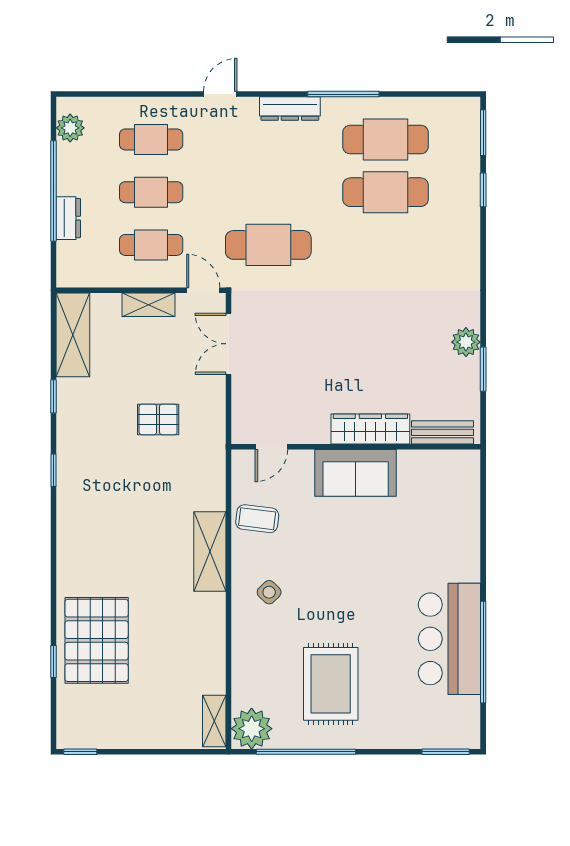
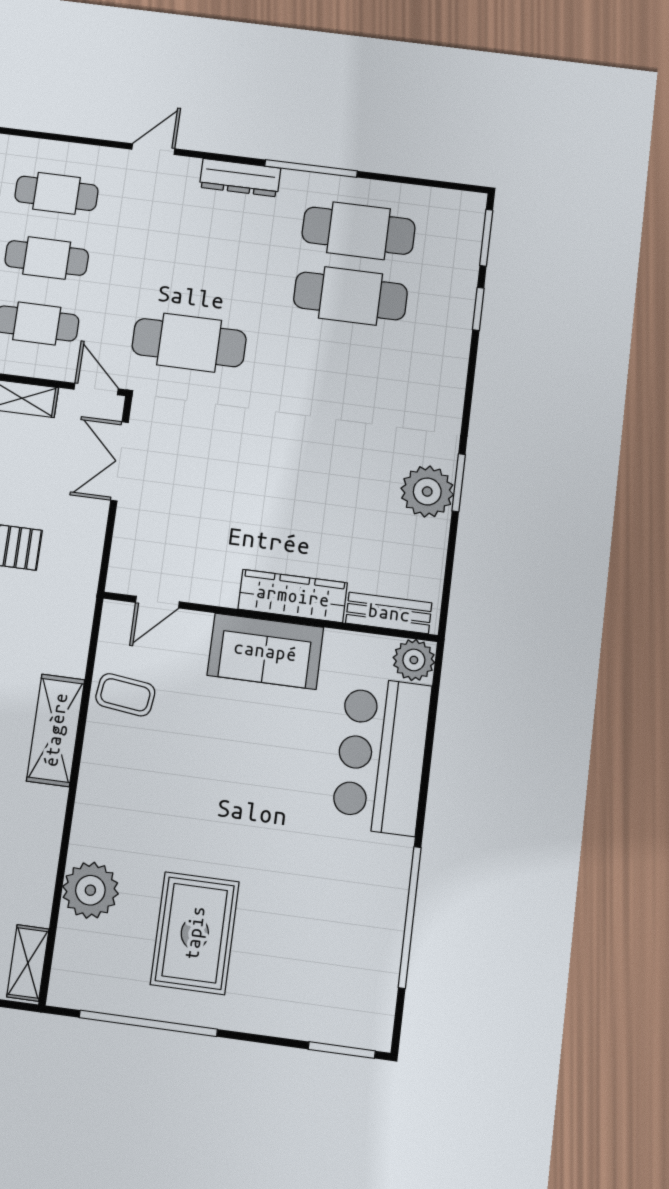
plant: (466, 342) -> (427, 492), width x1.36, depth x1.36
window: (483, 369) -> (459, 483), moved
plant: (465, 465) -> (414, 660), added
side table: (269, 592) -> (128, 796), removed
bar counter: (449, 639) -> (382, 755), moved
plant: (252, 729) -> (90, 890), moved

